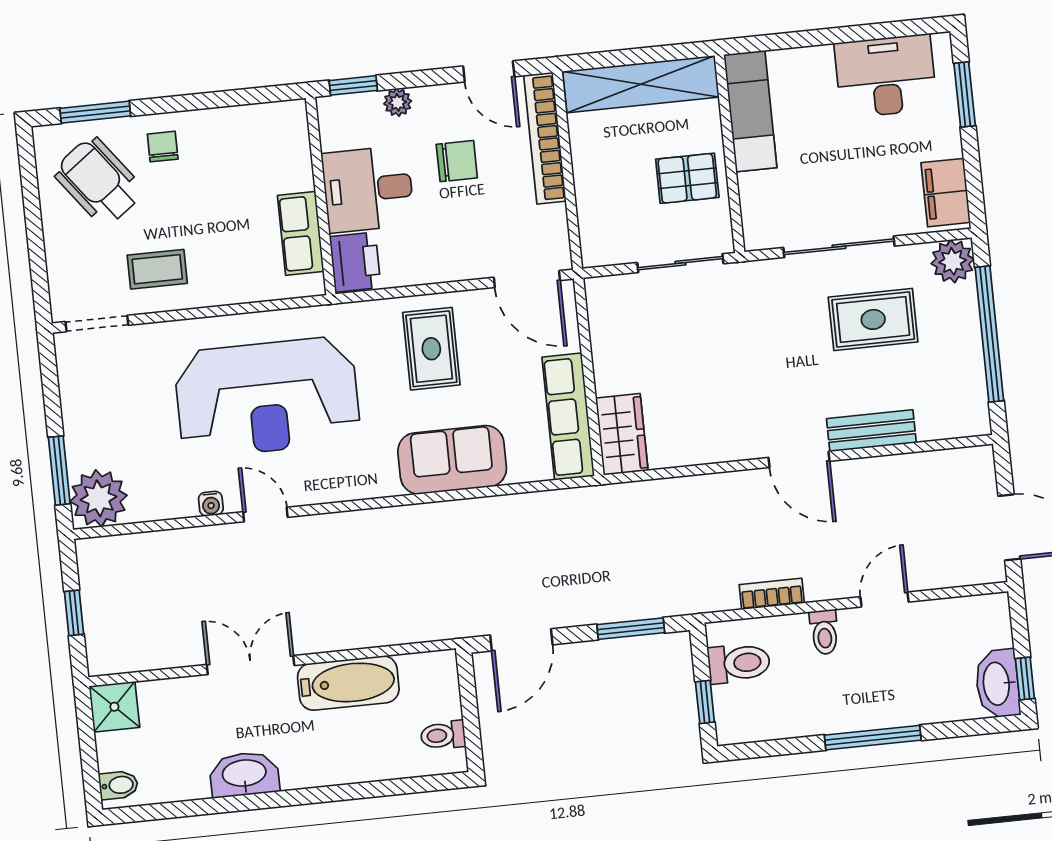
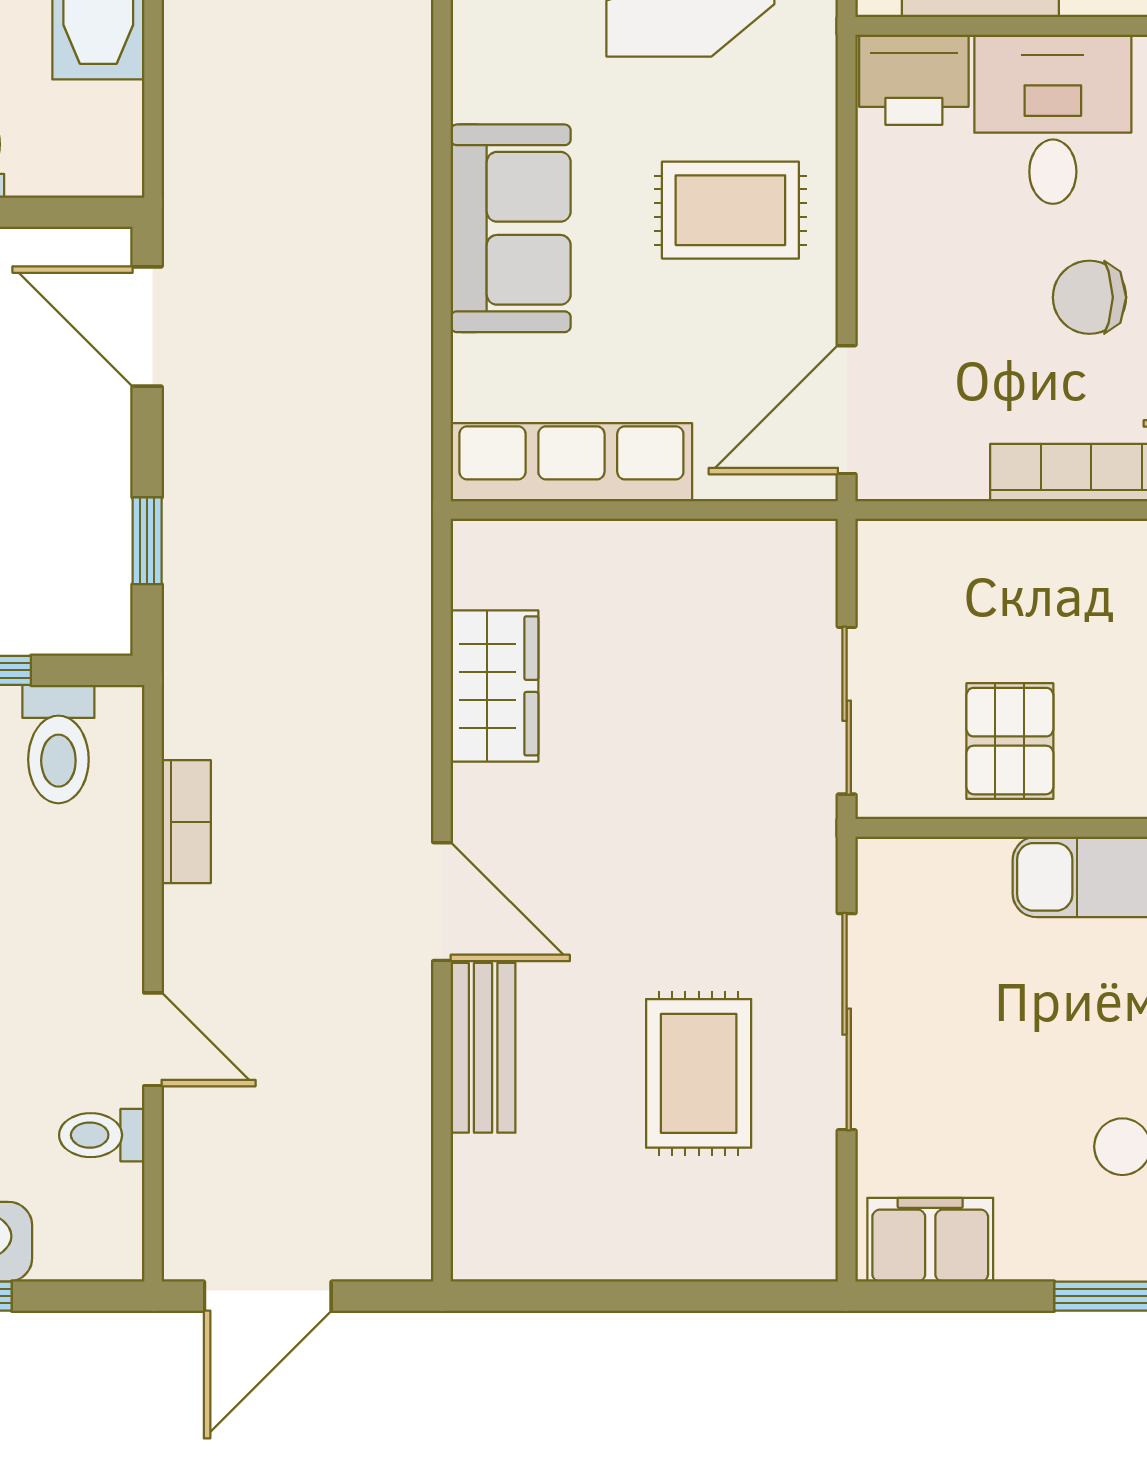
chair: (457, 161) -> (1089, 297), turned 90
plant: (953, 261) -> (796, 1239), removed
window: (989, 334) -> (647, 1296), removed
wardrobe: (622, 434) -> (494, 686), moved, turned -90
door: (799, 459) -> (442, 902), swing flipped
window: (631, 629) -> (147, 541), width x0.67
toilet: (824, 632) -> (102, 1135), moved

